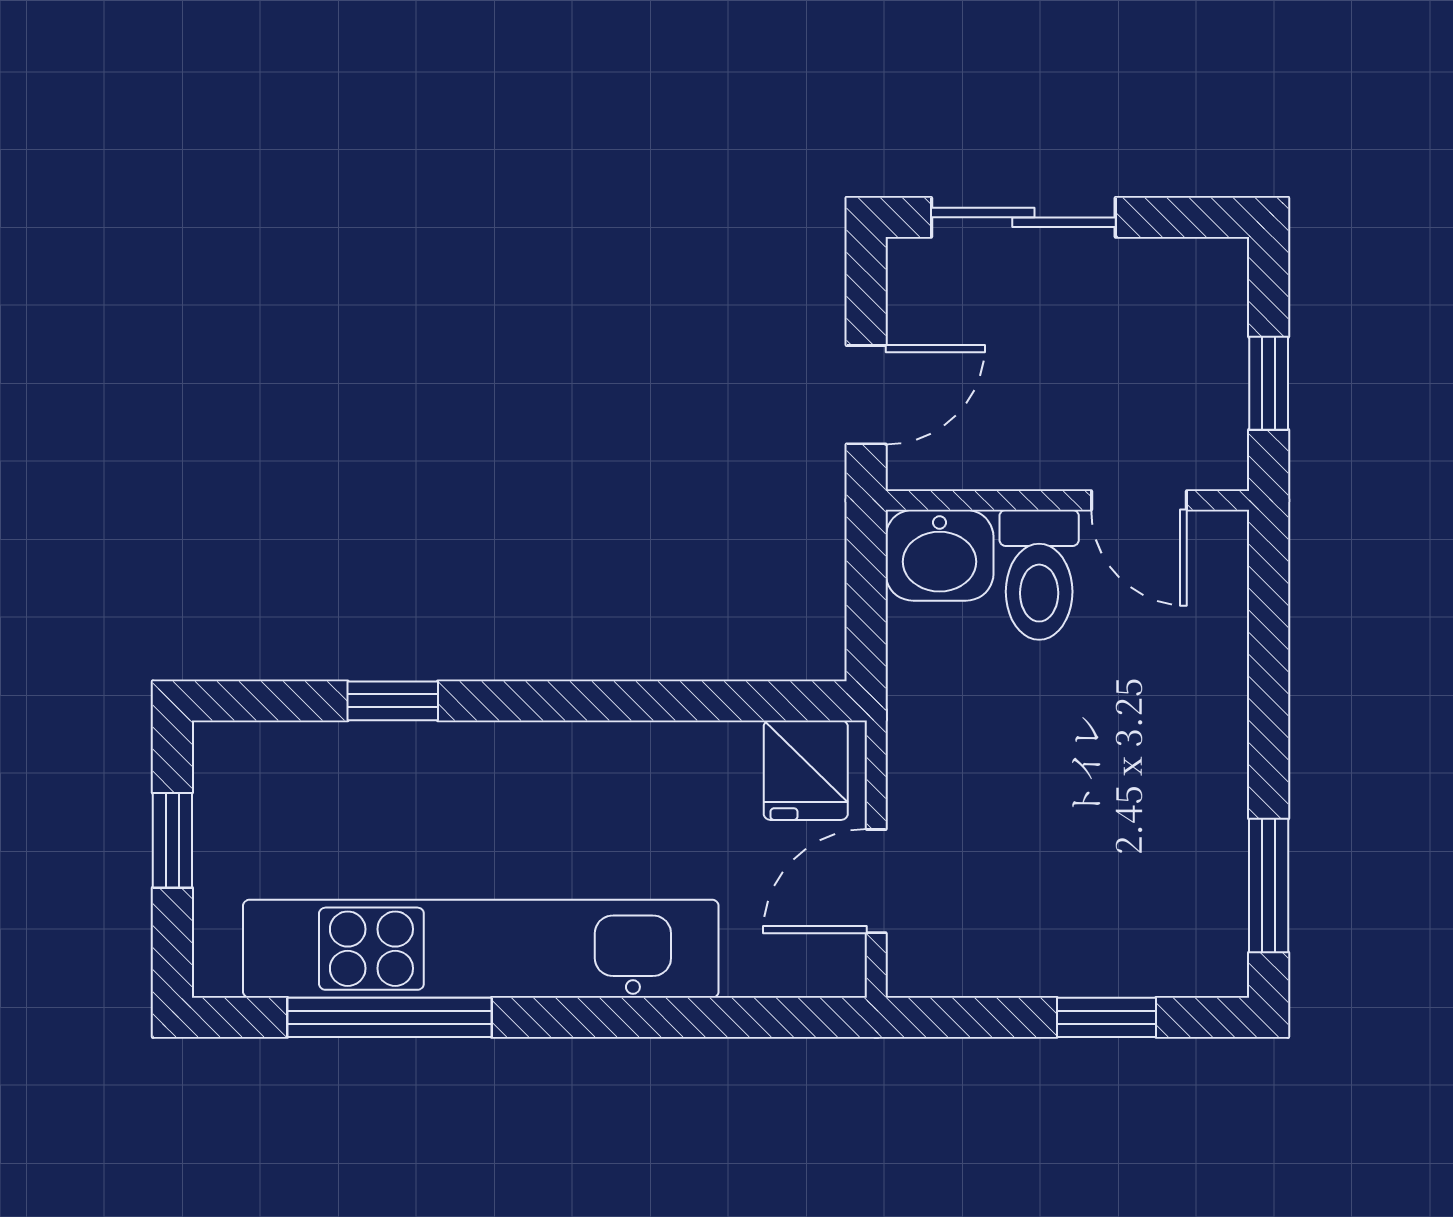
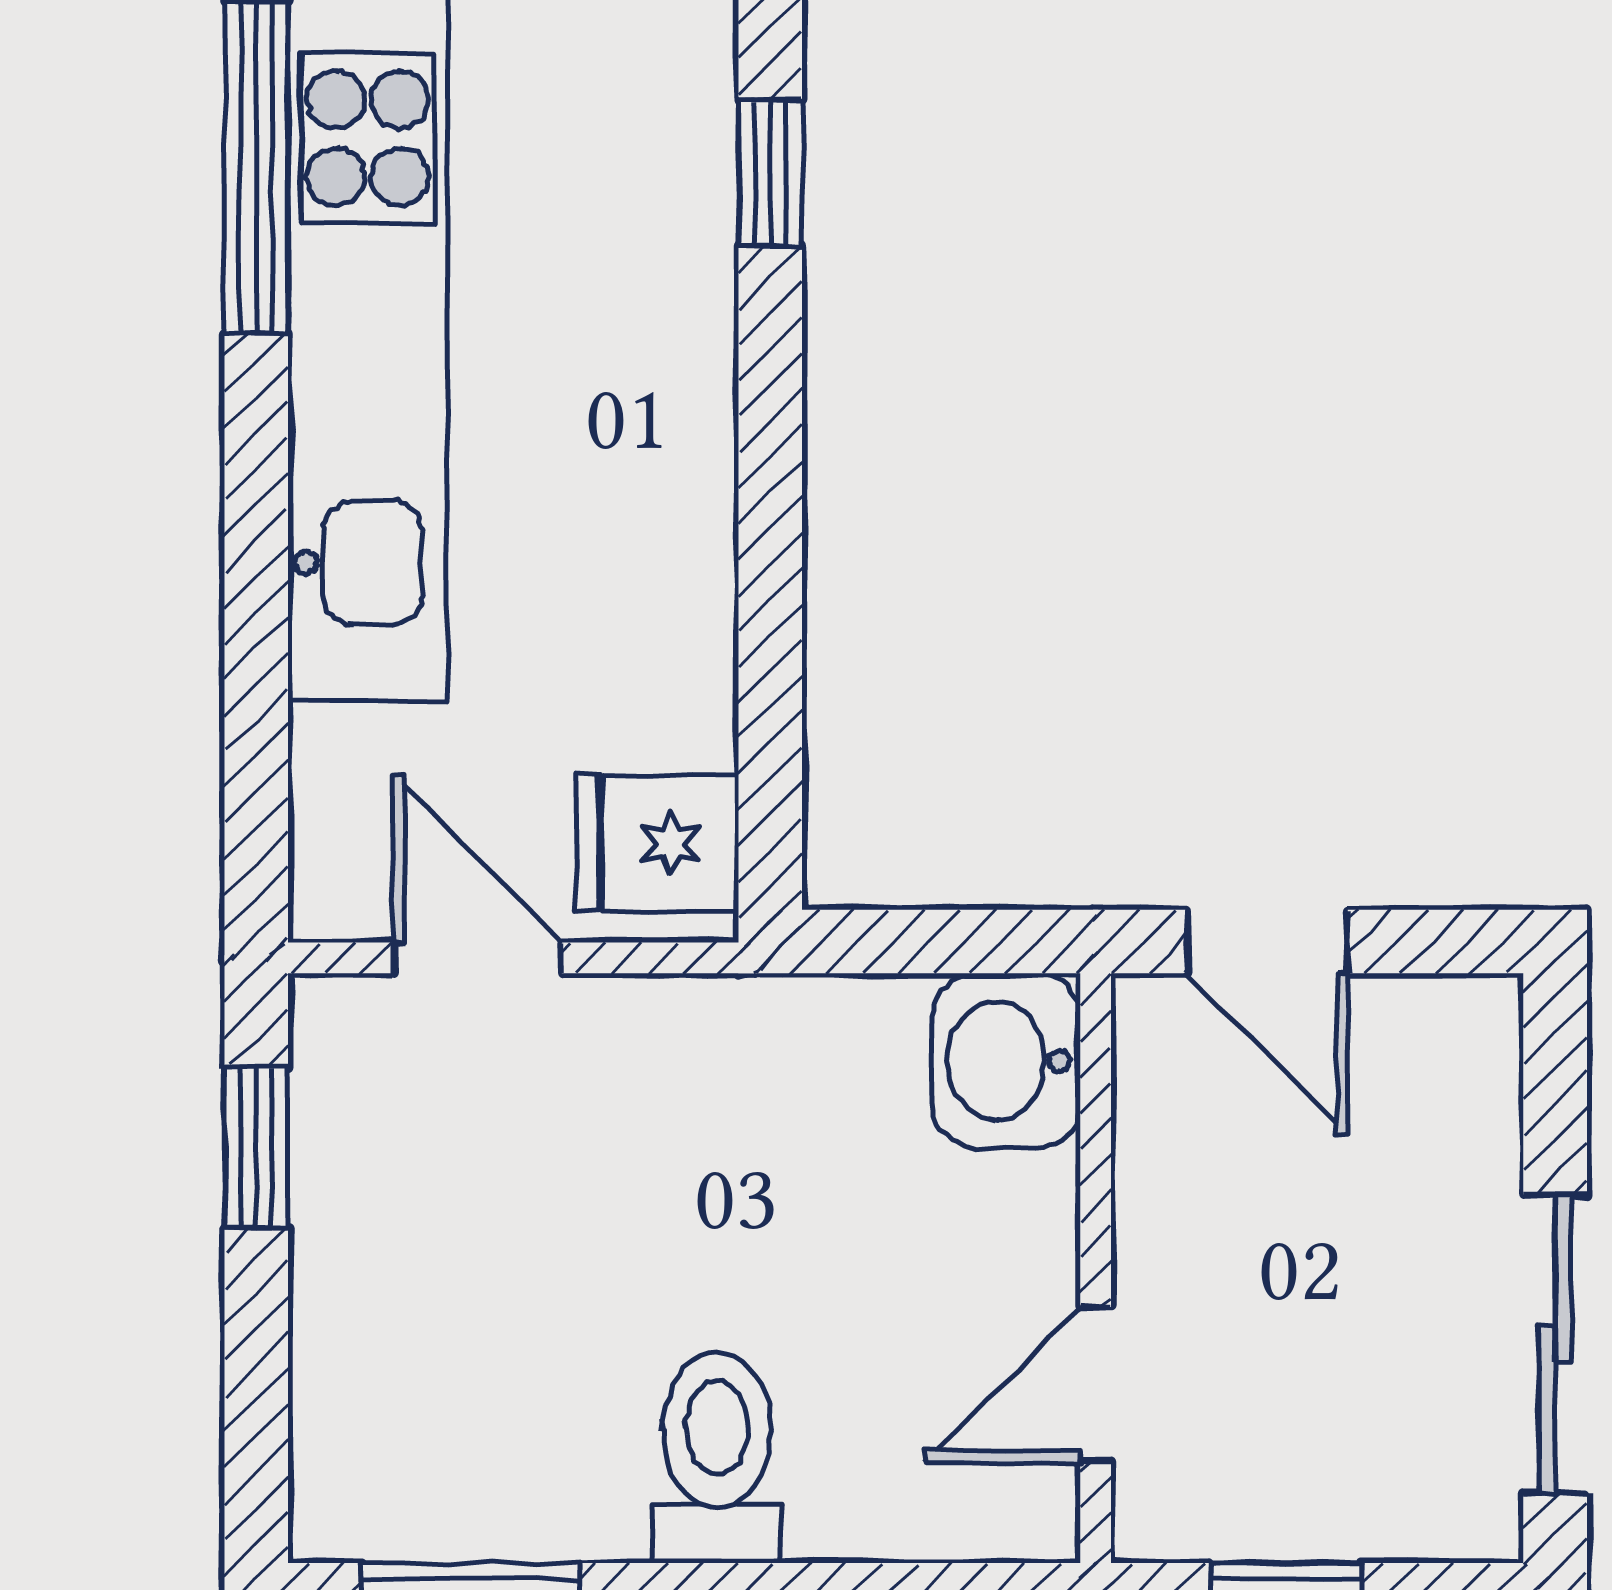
sliding door: (1023, 217) -> (1555, 1344), moved
toilet: (1039, 575) -> (717, 1457), moved, turned 90
window: (1107, 1017) -> (256, 1148), moved

